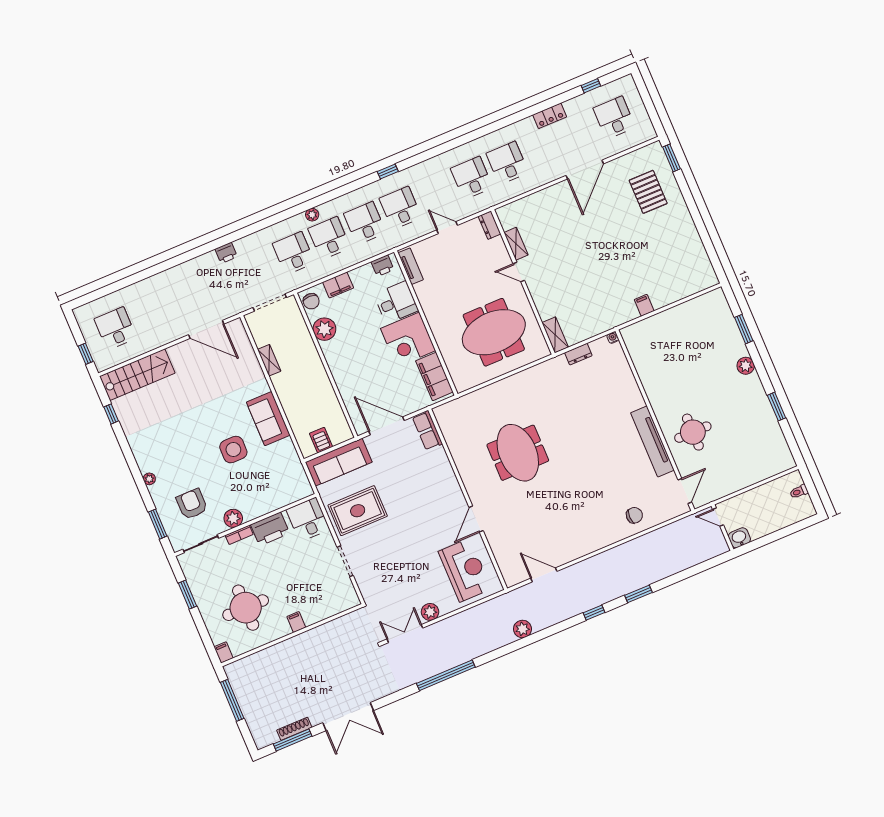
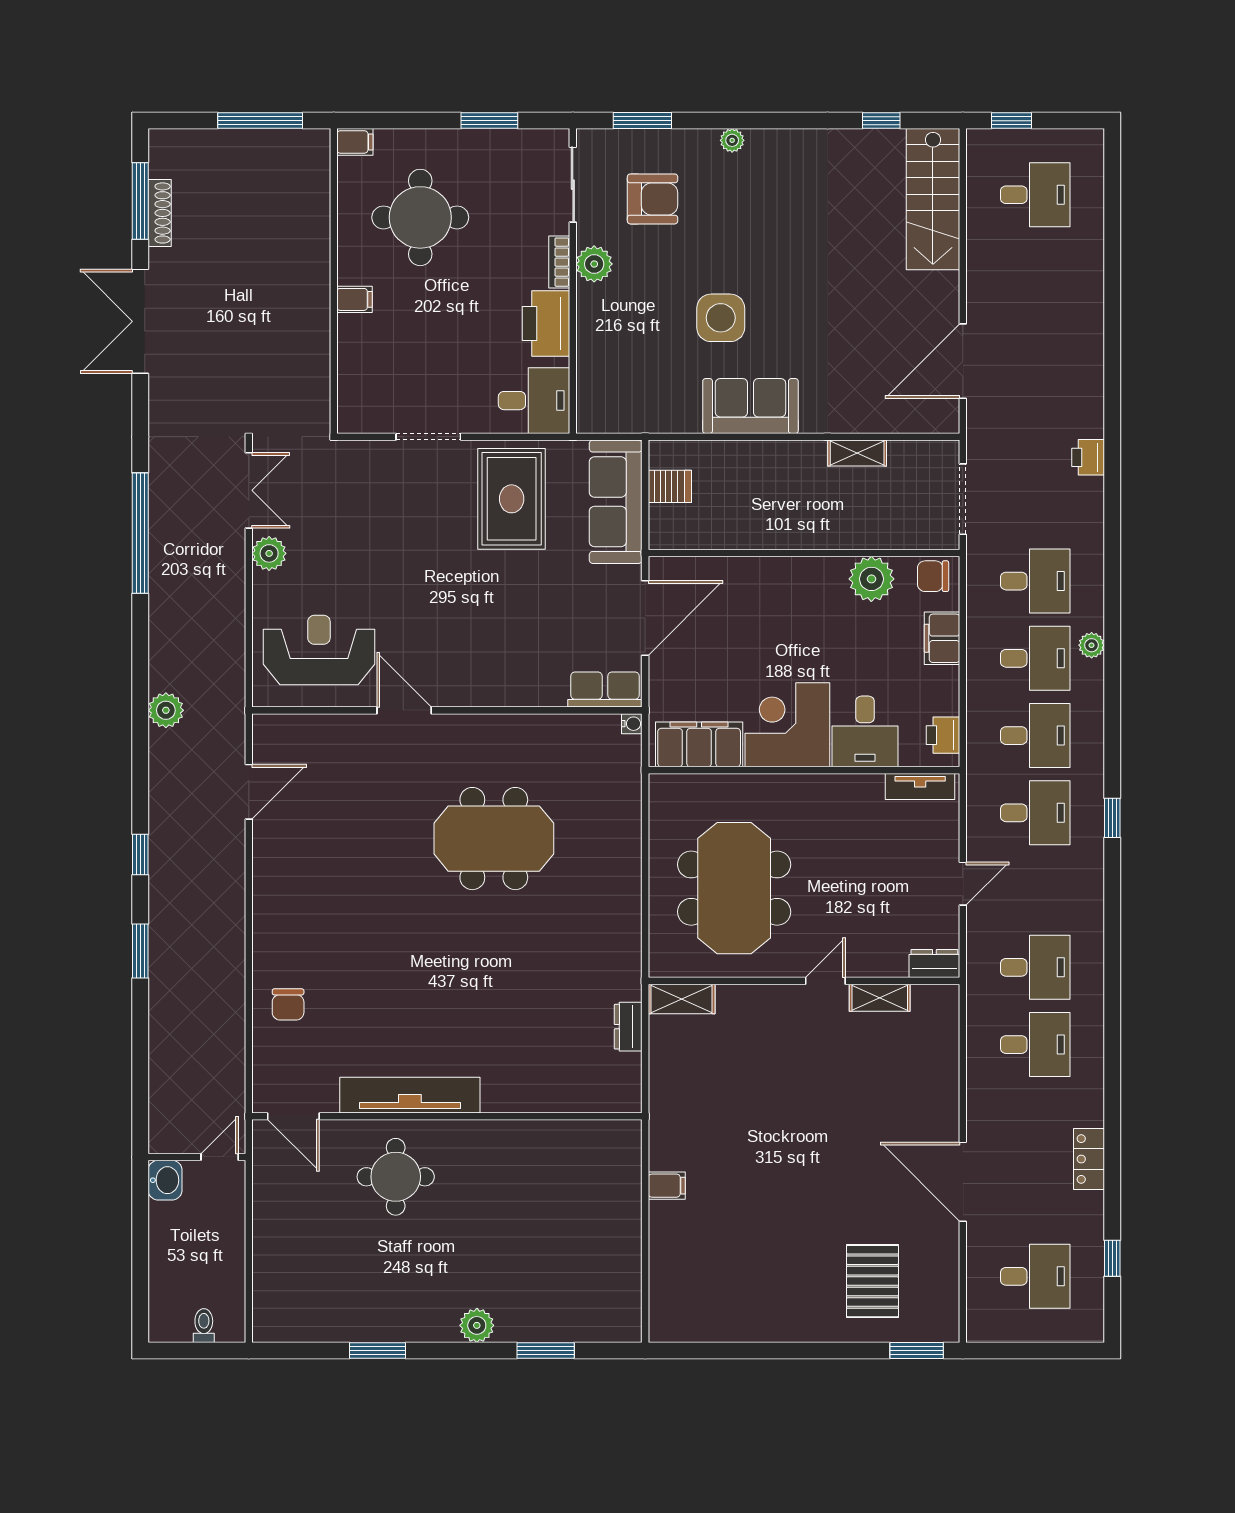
pallet: (648, 192) -> (872, 1281), turned 90
water cooler: (613, 338) -> (632, 724), moved
reception desk: (465, 570) -> (319, 650), turned 180

